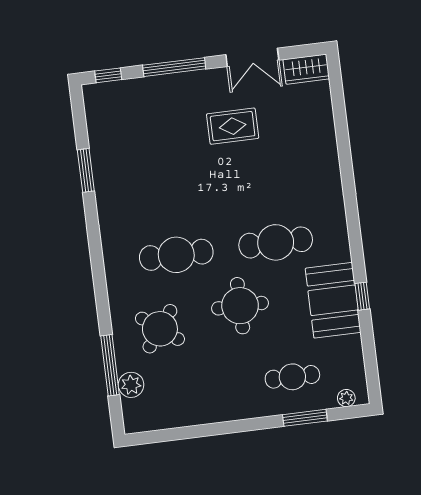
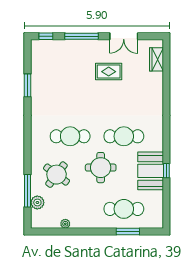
wardrobe: (306, 69) -> (157, 59), moved, turned 90
cafe table: (292, 377) -> (124, 209), width x1.37, depth x1.35
plant: (346, 398) -> (65, 224), moved

